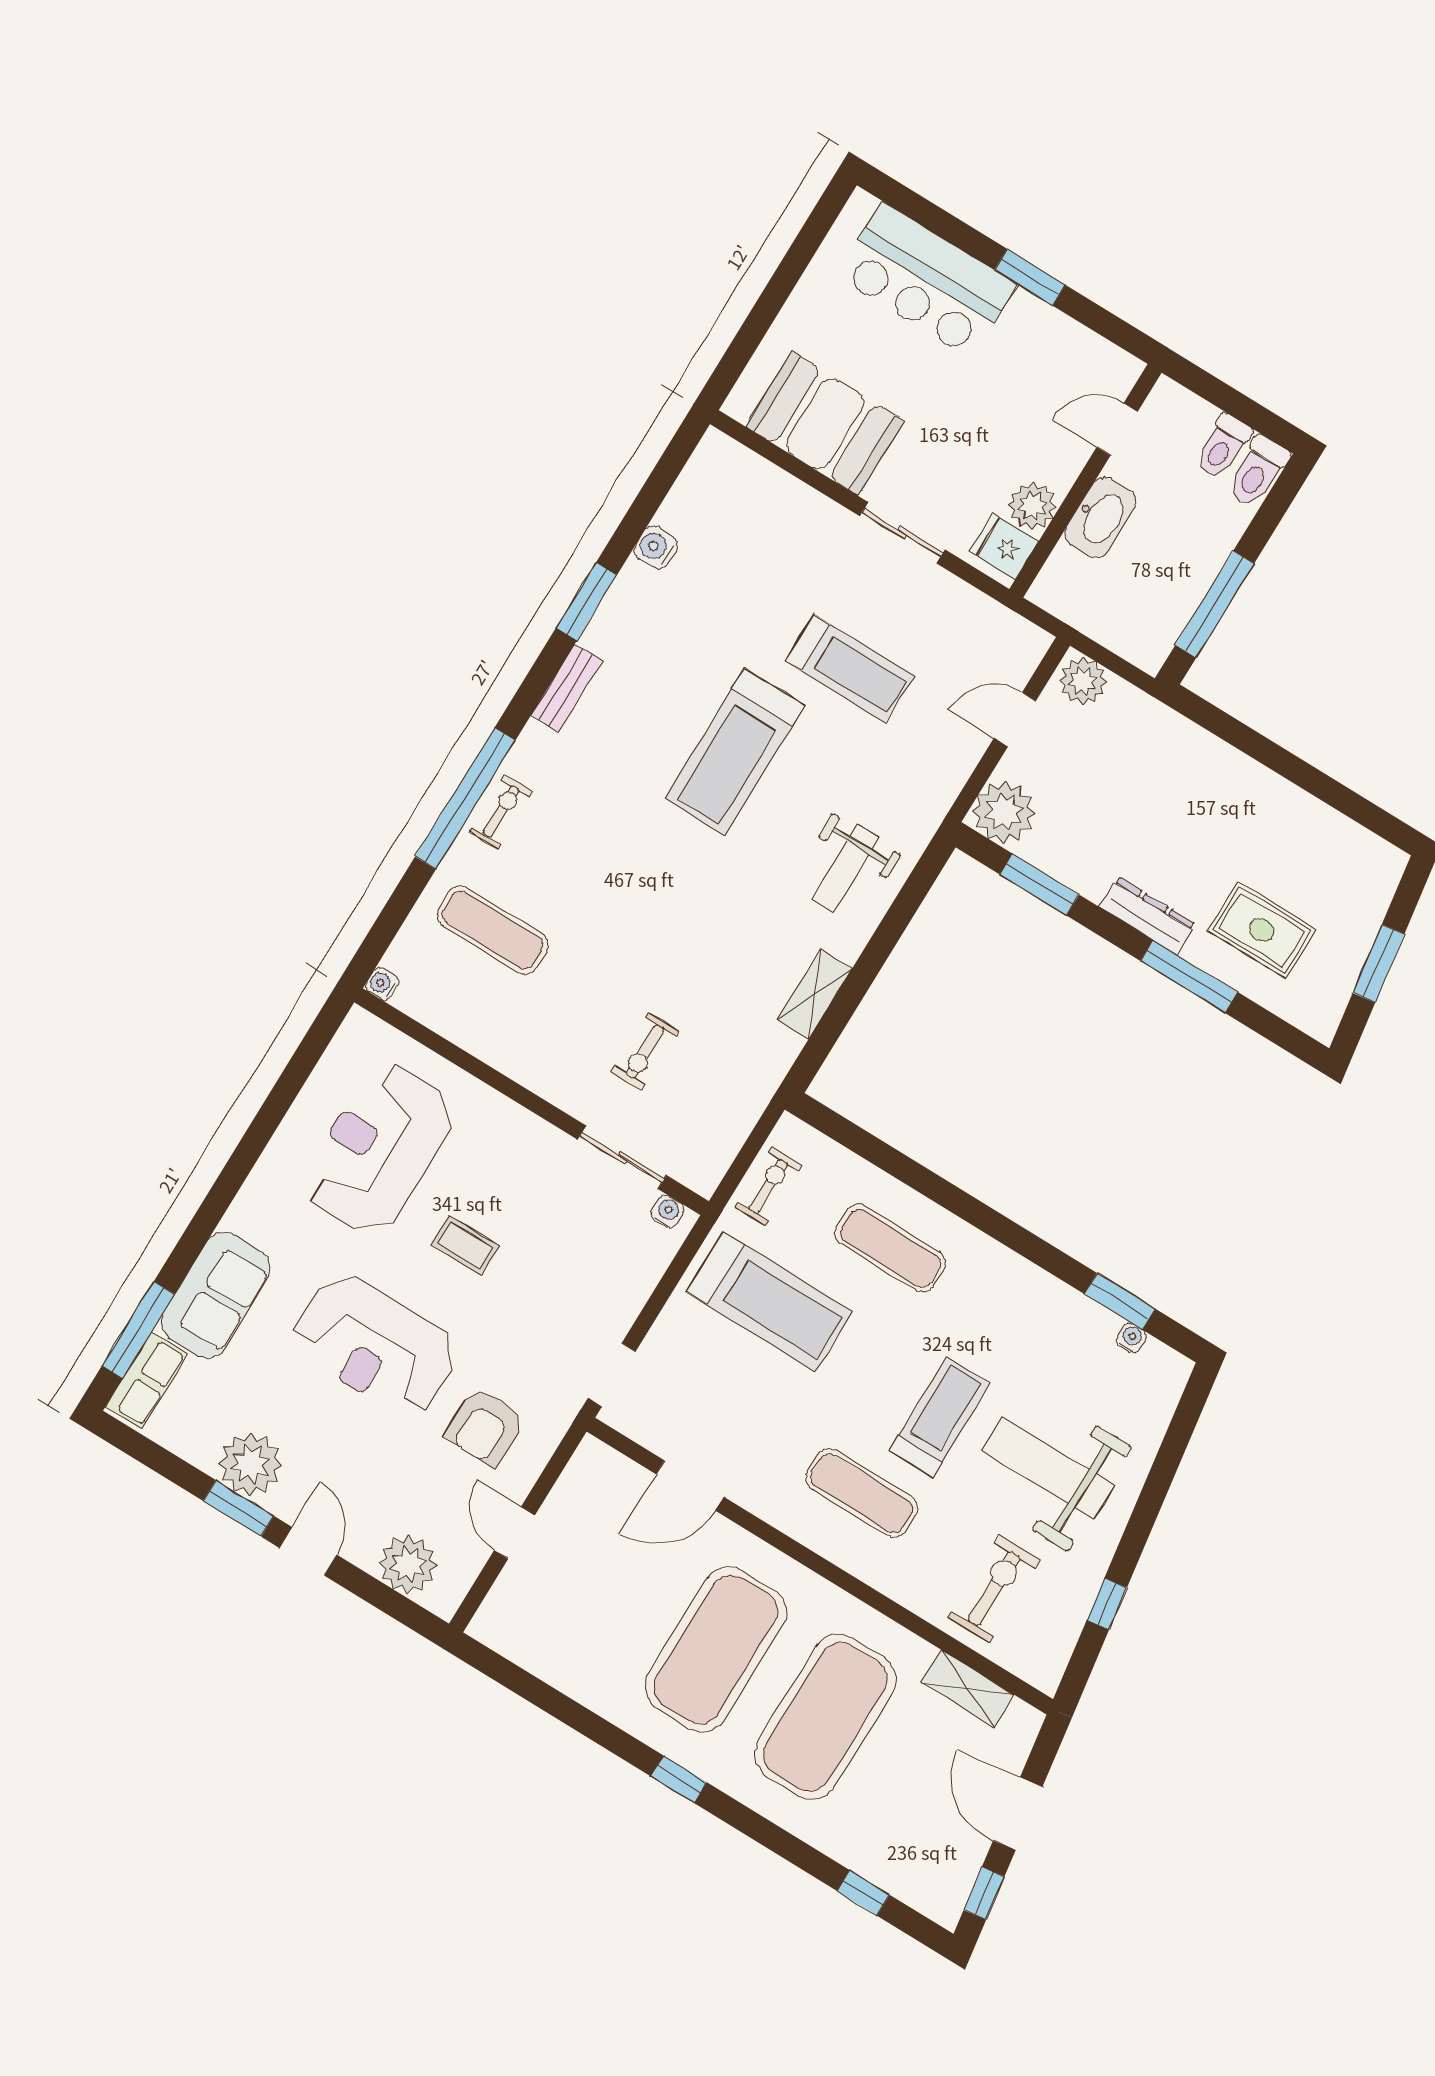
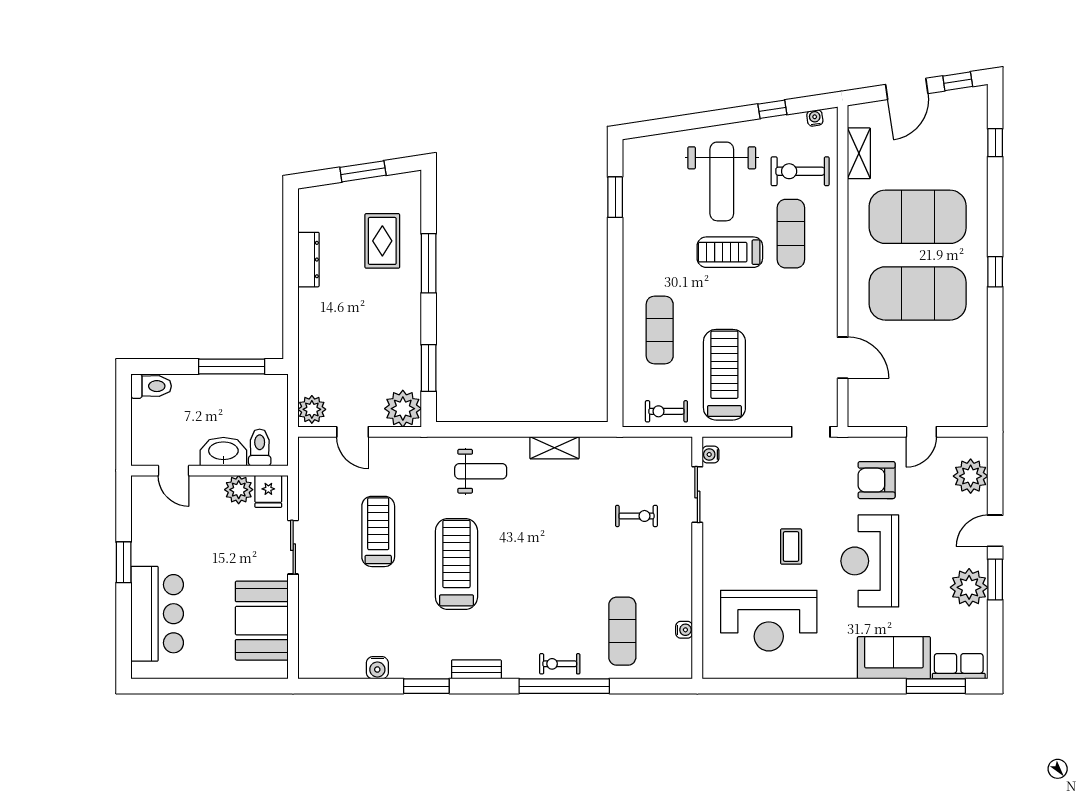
toilet: (1223, 447) -> (260, 447), moved, turned -90
treadmill: (735, 752) -> (456, 564), turned -90
dresser: (1148, 916) -> (309, 260), moved, turned 180
water cooler: (382, 984) -> (684, 630), moved, turned -90
water cooler: (1131, 1338) -> (815, 118), moved, turned 81
reception desk: (375, 1346) -> (870, 561), turned 180
armchair: (485, 1426) -> (877, 480), turned 180
exercise mat: (862, 1493) -> (791, 234), moved

